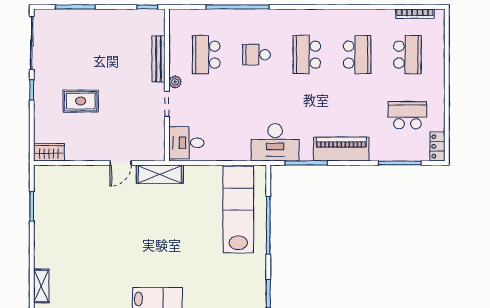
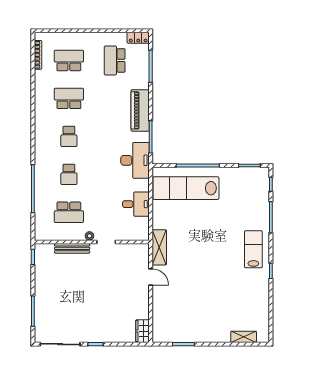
school desk: (307, 55) -> (69, 136), width x0.54
rug: (81, 101) -> (104, 307), removed
desk: (186, 143) -> (136, 204), moved, turned -90

